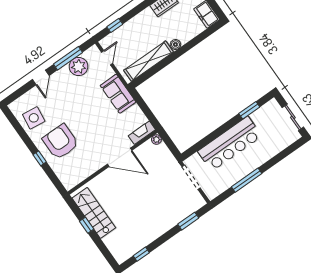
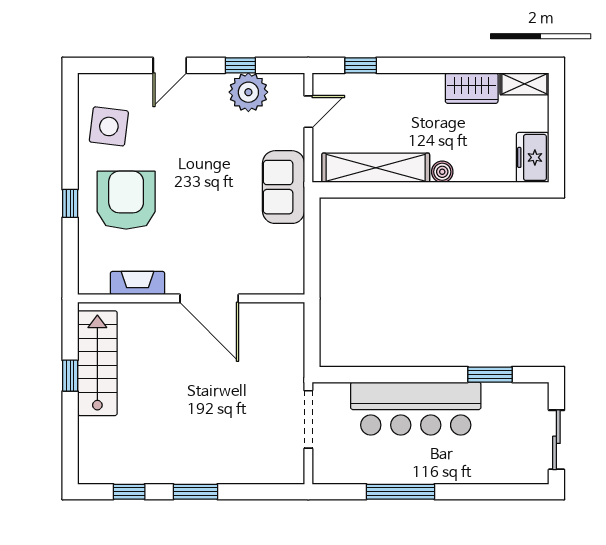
window: (68, 58) -> (240, 65), width x0.46
fireplace: (142, 133) -> (138, 283), moved
plant: (156, 139) -> (294, 312), removed
window: (188, 221) -> (195, 492), moved

